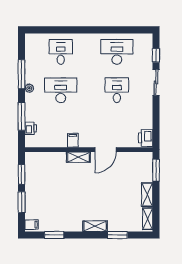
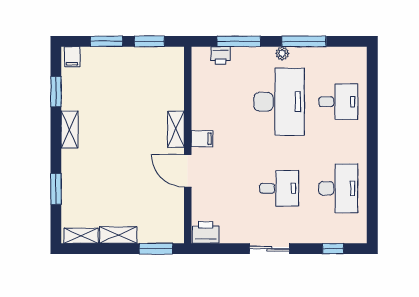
sliding door: (156, 82) -> (269, 249), moved
desk: (61, 90) -> (279, 102), width x1.36, depth x1.30
filing cabinet: (73, 140) -> (202, 139), moved
shelving: (95, 226) -> (70, 129), moved

